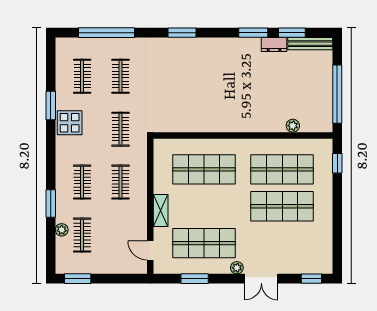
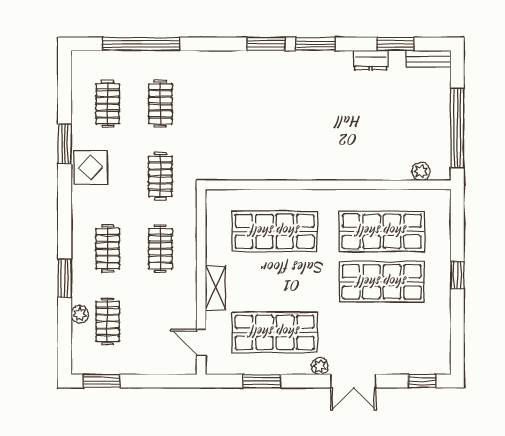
window: (182, 33) -> (266, 44), moved
window: (253, 33) -> (316, 44), moved
bench: (310, 44) -> (428, 59), width x0.73
plant: (293, 126) -> (421, 171), moved
window: (337, 163) -> (457, 275), moved

